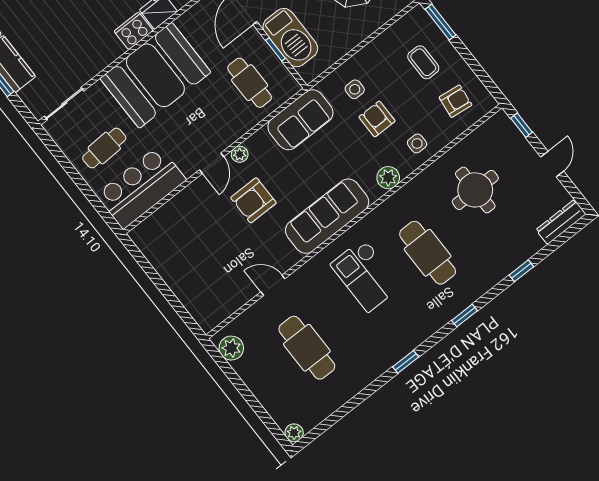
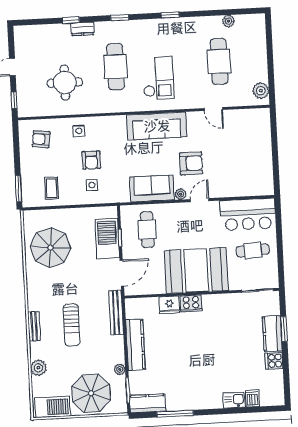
coffee table: (423, 62) -> (52, 188), moved
sofa: (300, 120) -> (152, 188), moved
plant: (388, 178) -> (108, 123), removed
dresser: (561, 222) -> (82, 29), moved, width x0.70
plant: (294, 433) -> (228, 21), moved

